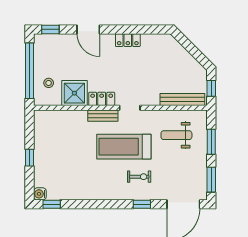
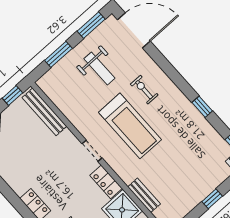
bench: (103, 116) -> (144, 195), moved
weight bench: (176, 135) -> (99, 68), moved
window: (142, 204) -> (202, 107), moved

